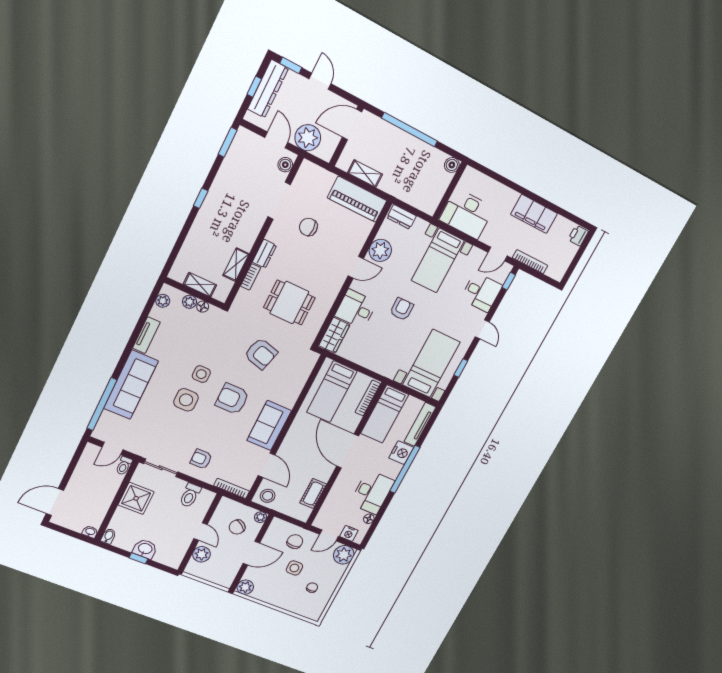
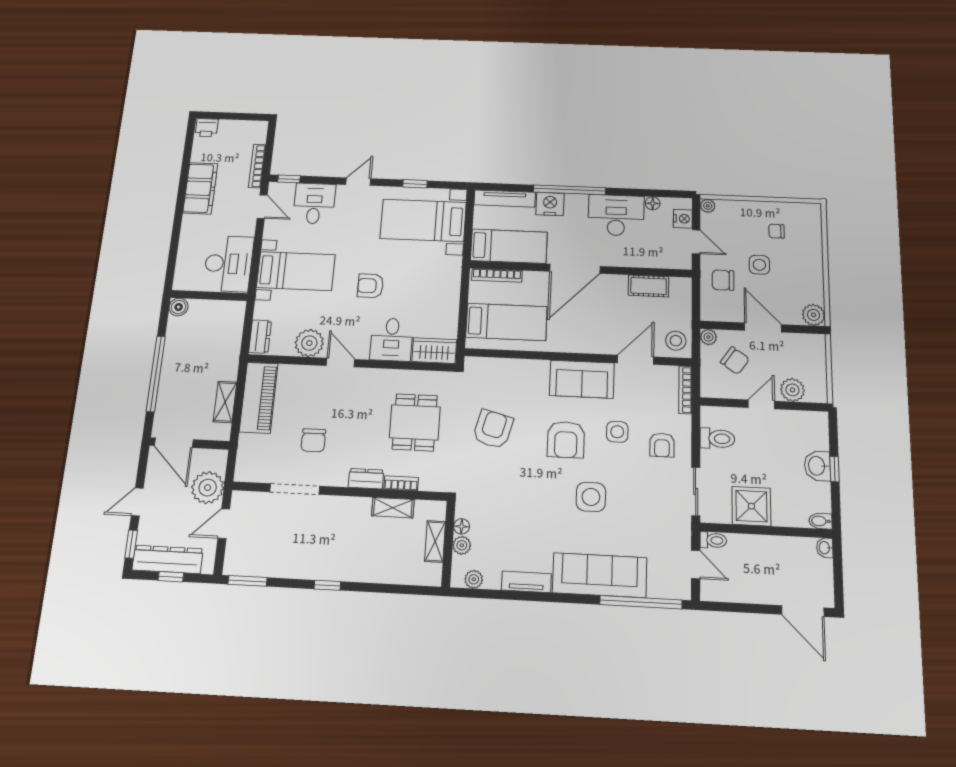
boiler: (285, 165) -> (249, 500), removed
side table: (201, 374) -> (617, 432), moved
plant: (344, 555) -> (708, 206), width x0.53, depth x0.53

